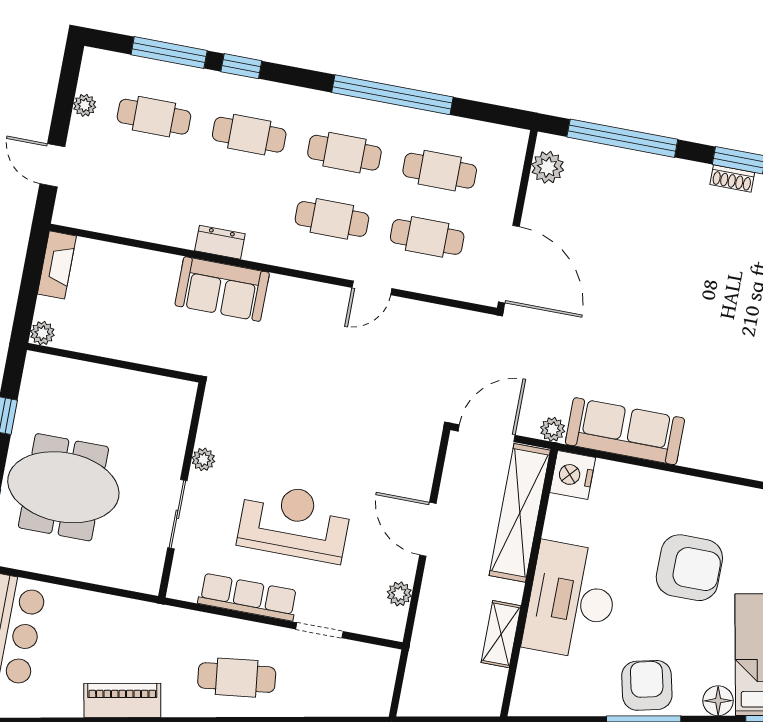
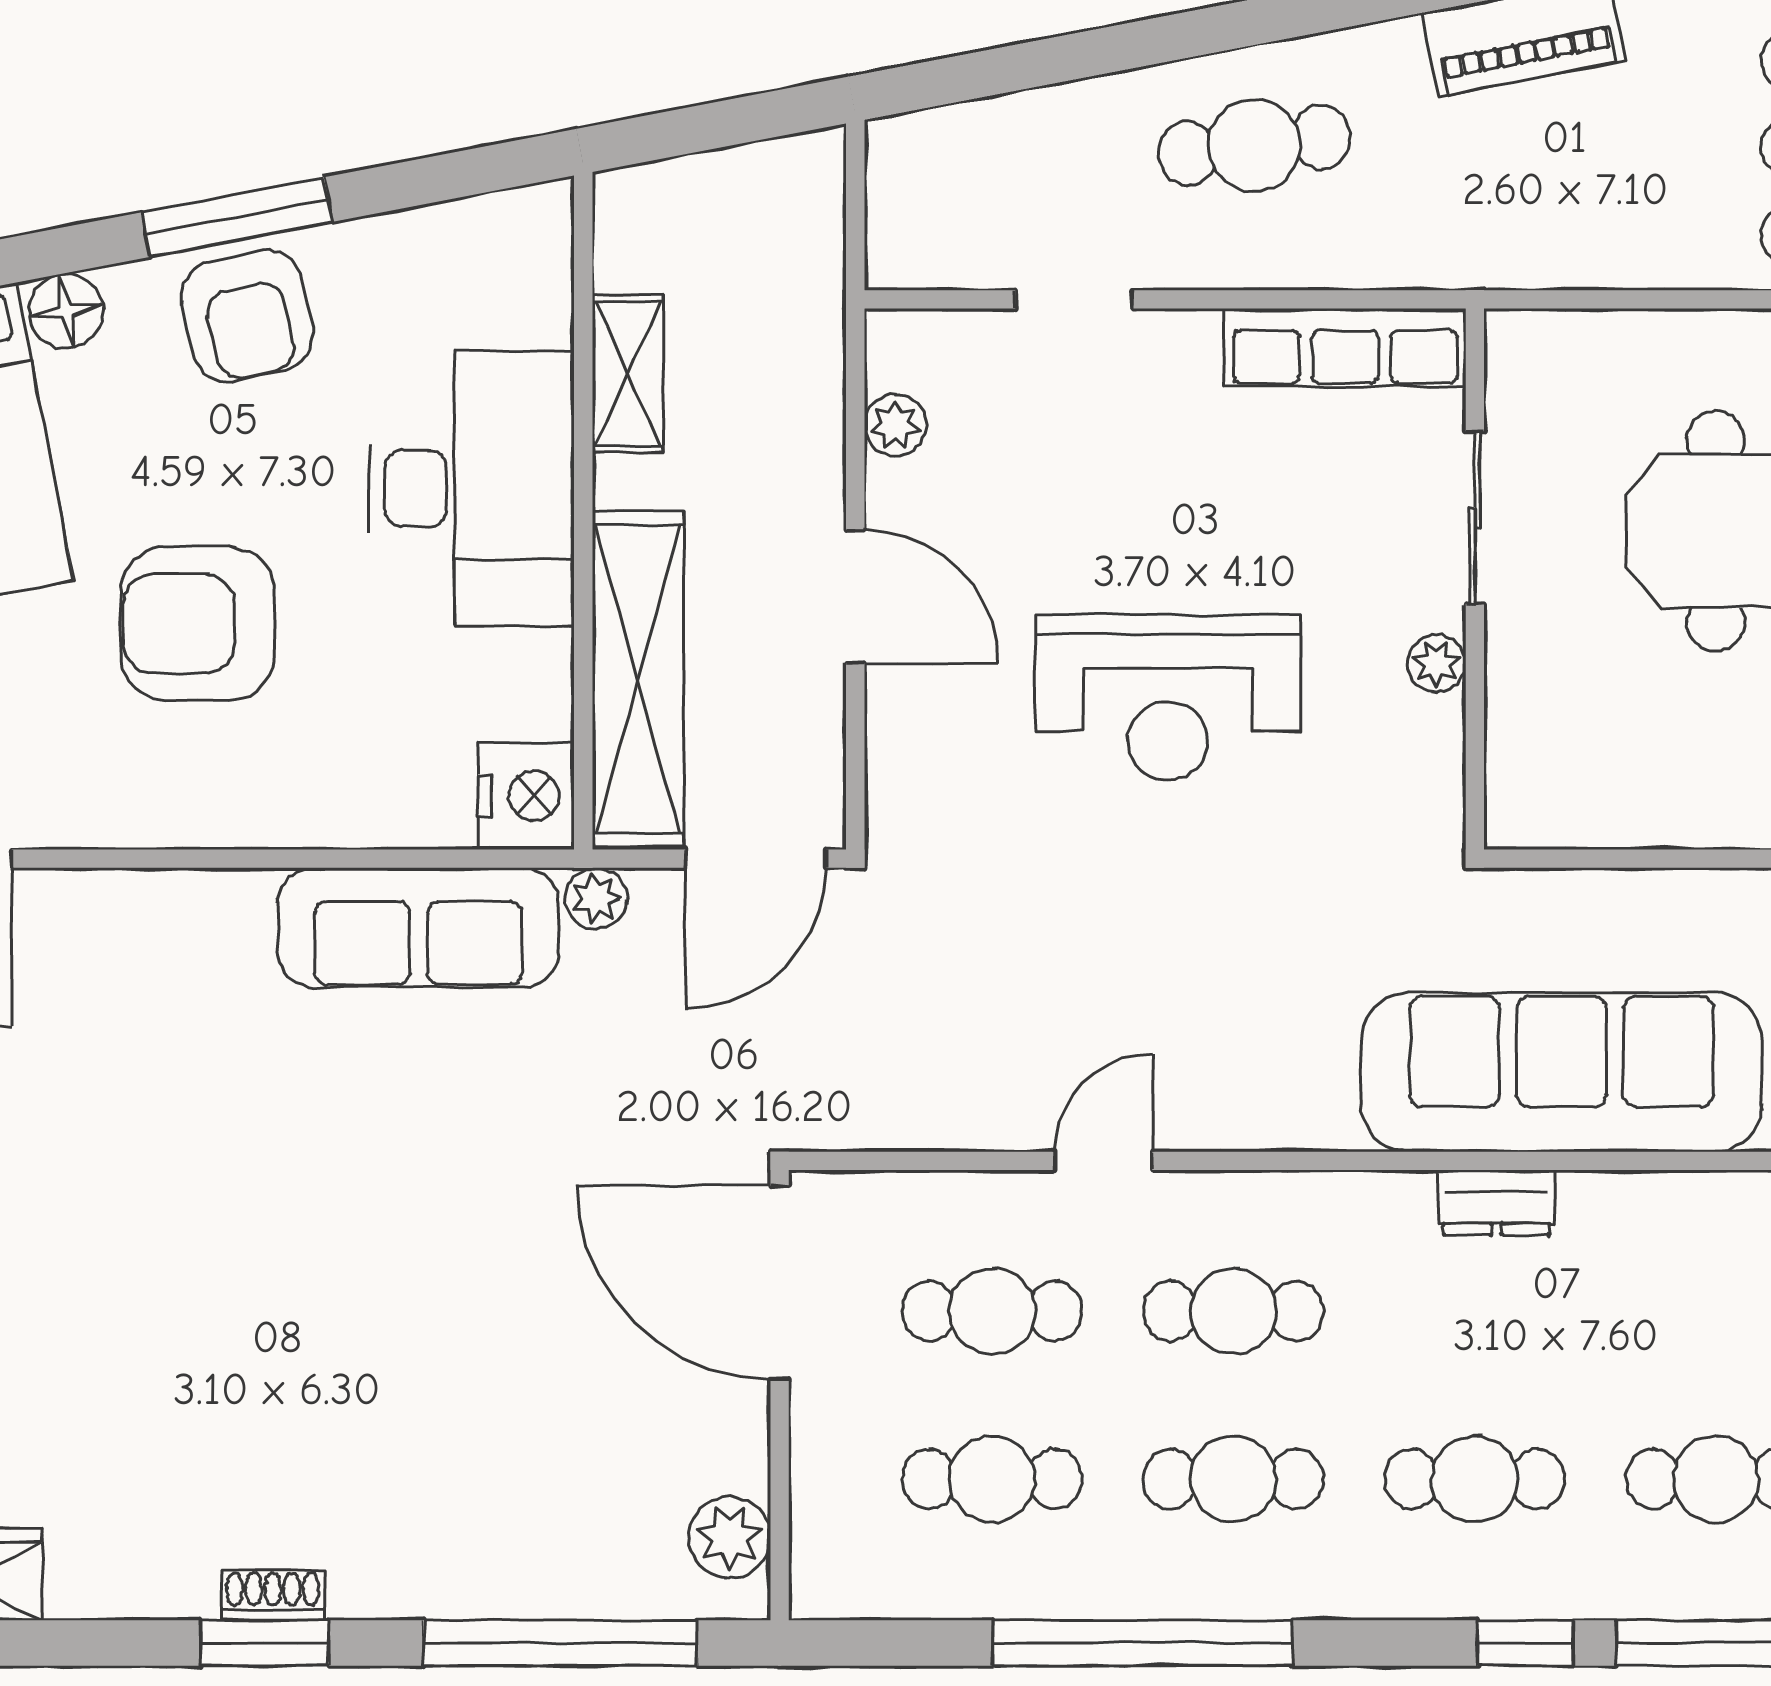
sofa: (222, 289) -> (1562, 1072), width x1.85, depth x1.27
reception desk: (294, 522) -> (1168, 698), moved
row of seats: (248, 597) -> (1345, 348), moved

